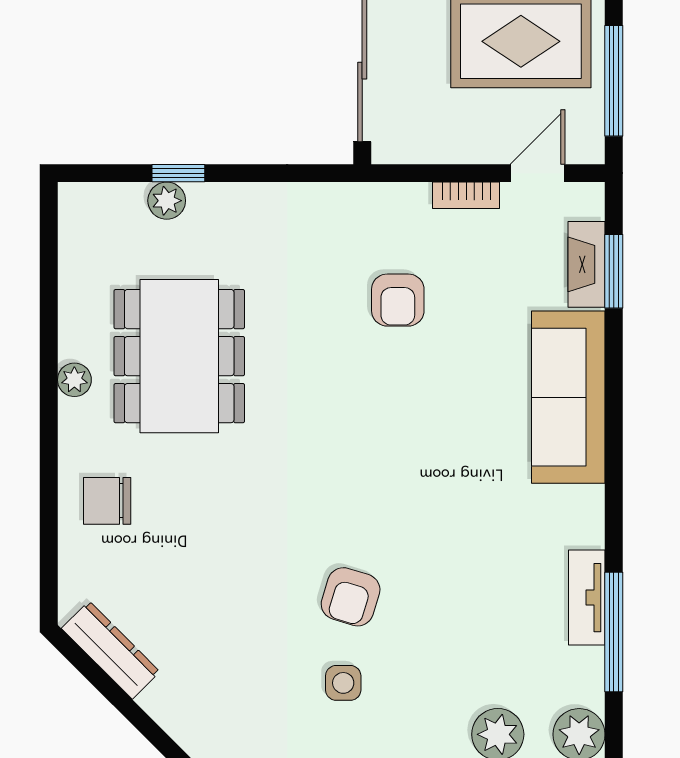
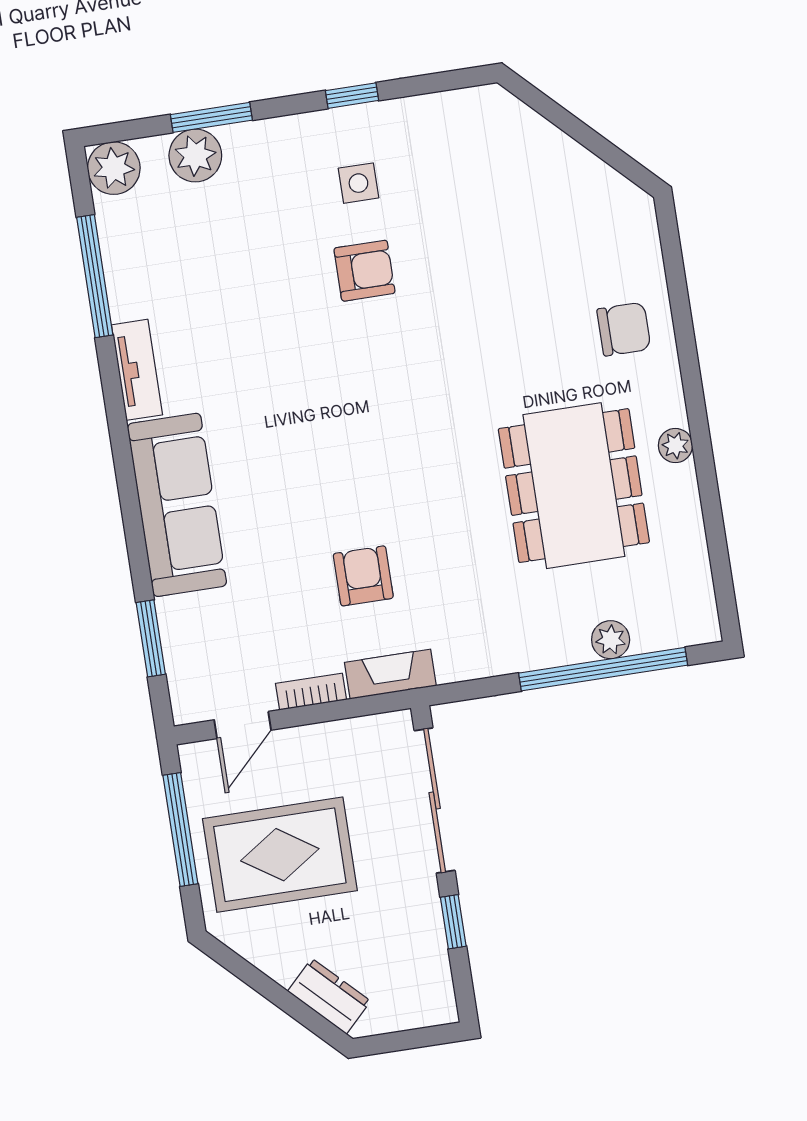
window: (178, 173) -> (603, 669), width x3.17
fireplace: (587, 264) -> (390, 674), moved, turned -90
armchair: (351, 597) -> (364, 271), turned 73
tv unit: (587, 598) -> (137, 370), moved
dresser: (111, 650) -> (597, 180), removed

